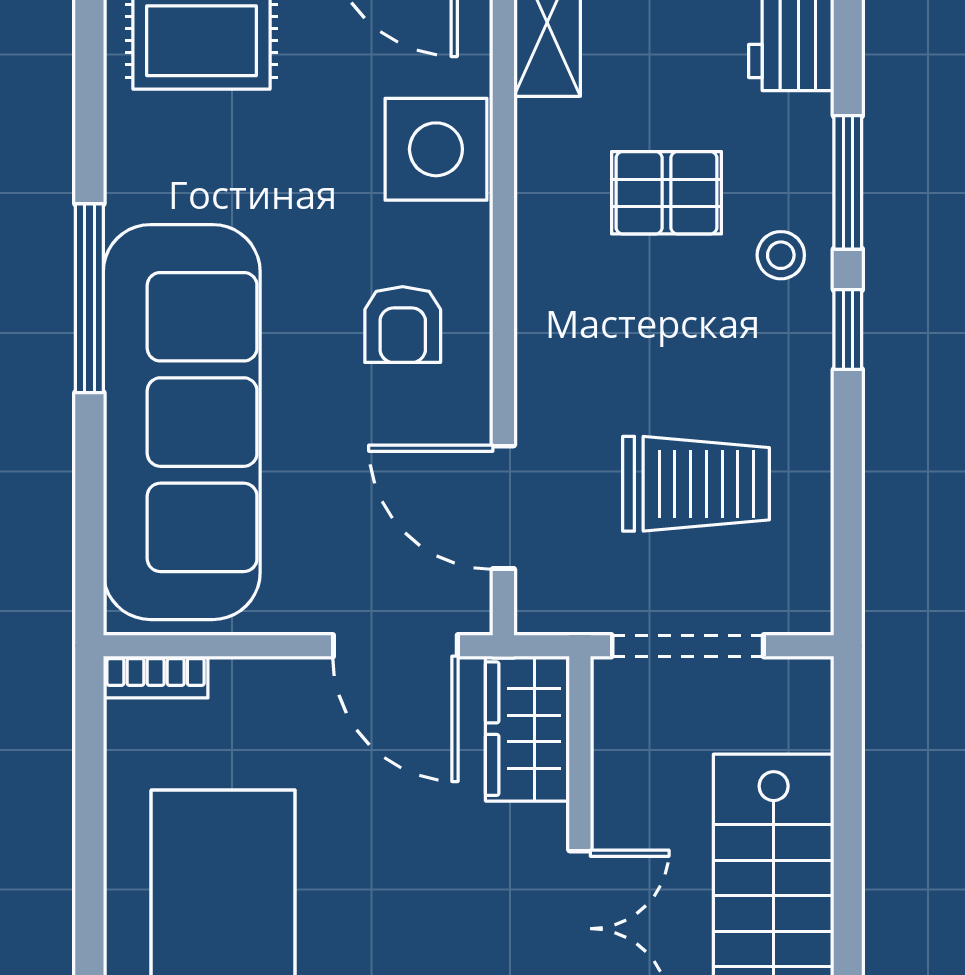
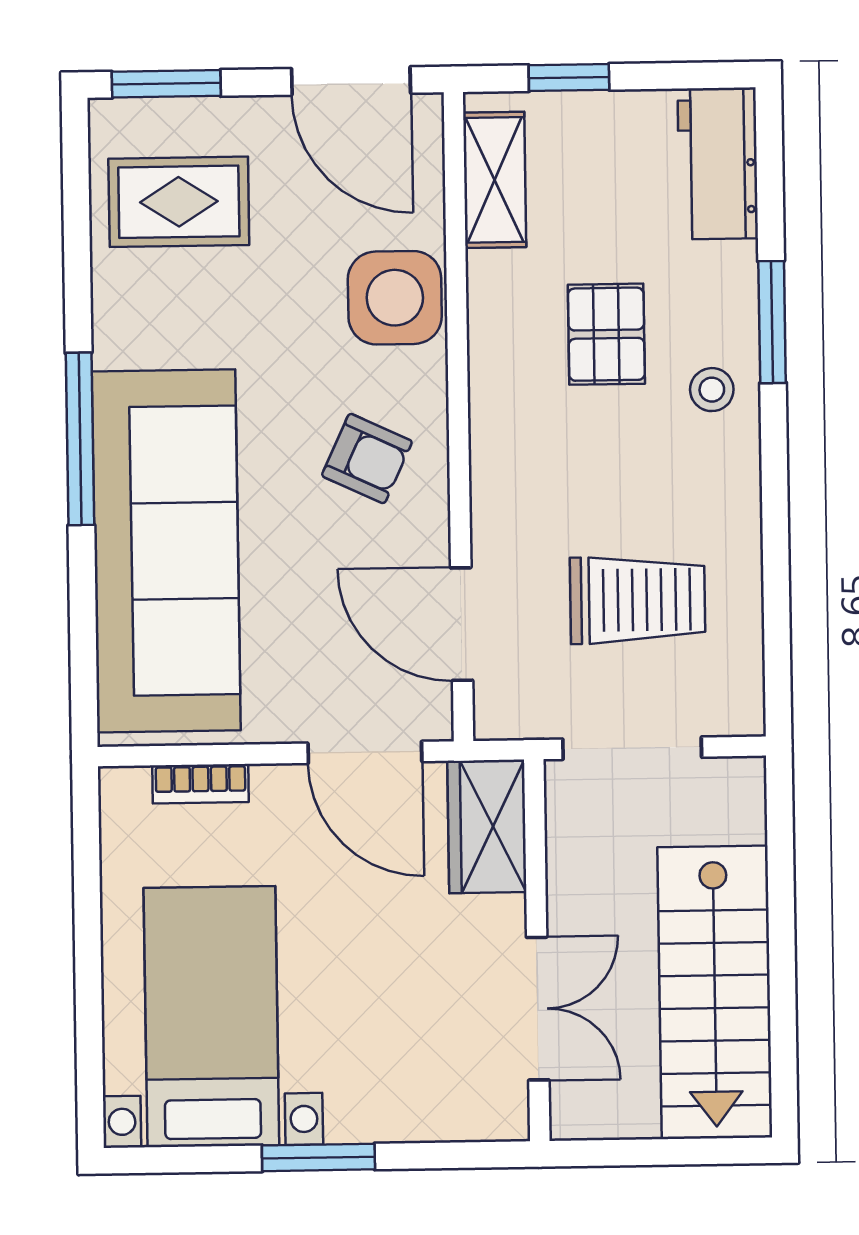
pallet: (667, 193) -> (606, 334), turned 90
armchair: (403, 325) -> (367, 459), turned -65
window: (848, 330) -> (774, 457), removed
bookcase: (156, 677) -> (201, 784), moved

